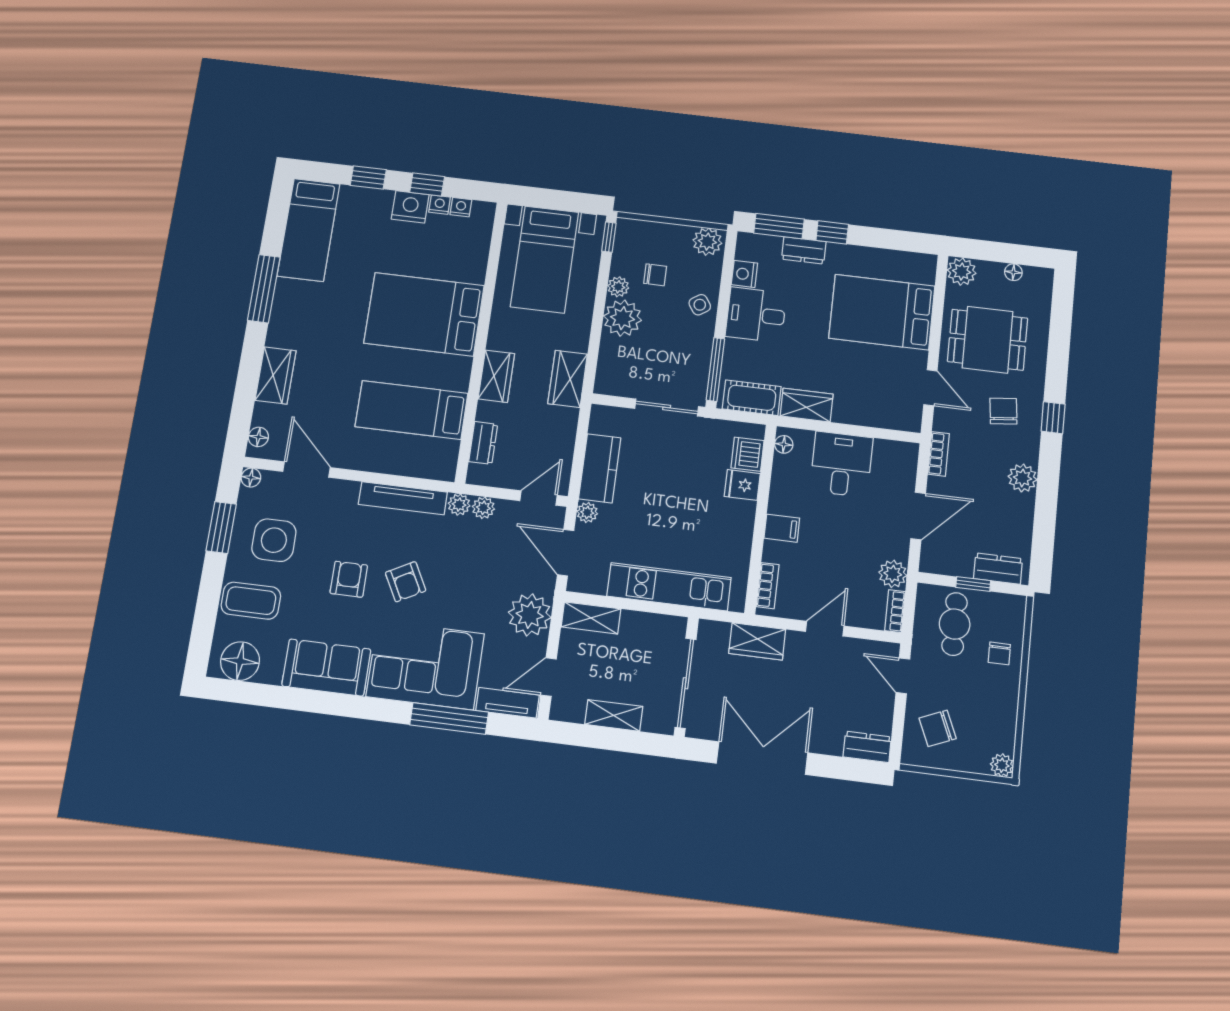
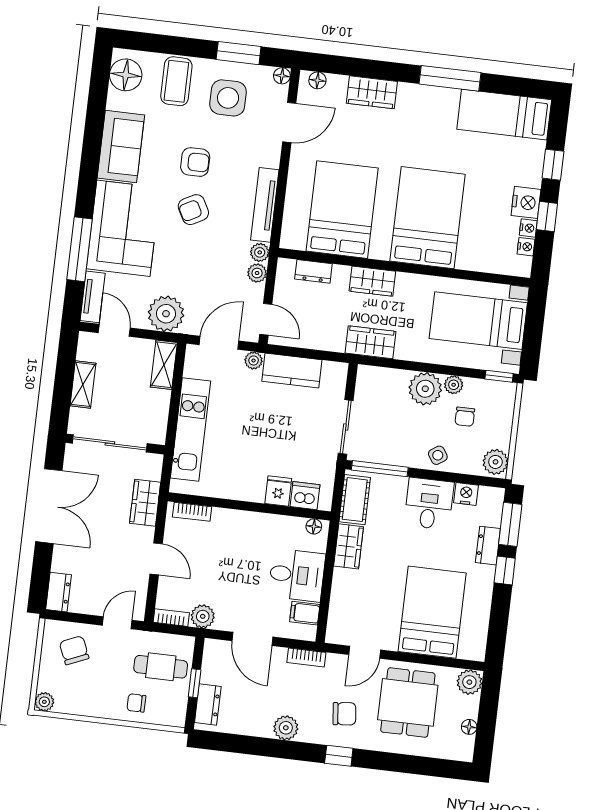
bed: (411, 410) -> (342, 210), width x1.50
filing cabinet: (782, 528) -> (305, 613), moved, turned 90

